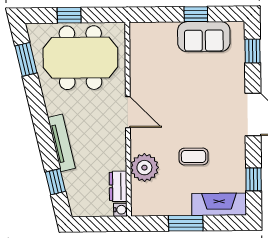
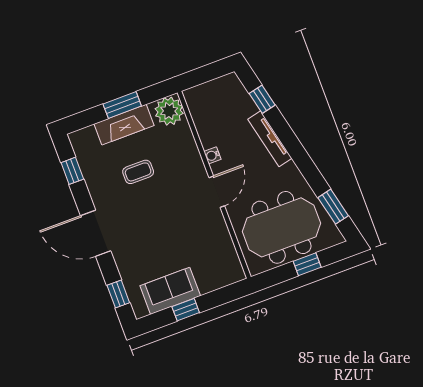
door: (128, 112) -> (217, 192), swing flipped
plant: (144, 168) -> (169, 111), moved
dresser: (118, 186) -> (200, 117), removed
fireplace: (219, 204) -> (124, 125), moved
water cooler: (120, 210) -> (212, 155), moved

